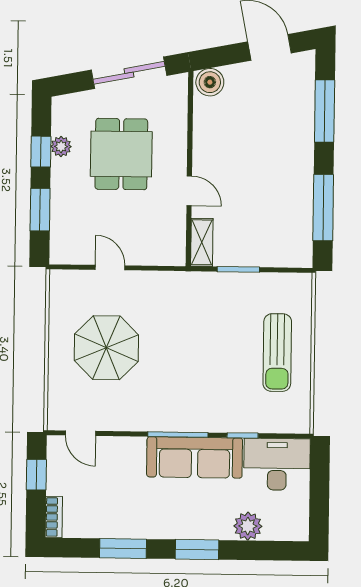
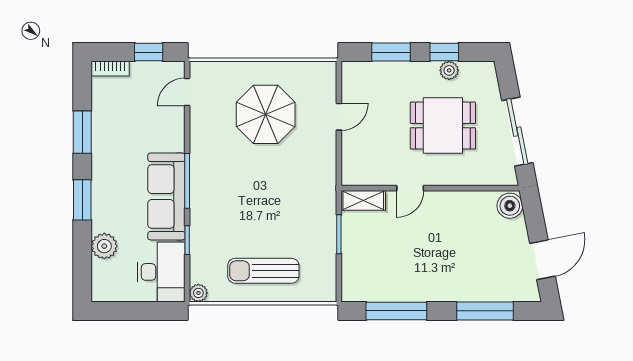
plant: (300, 424) -> (198, 293), added

